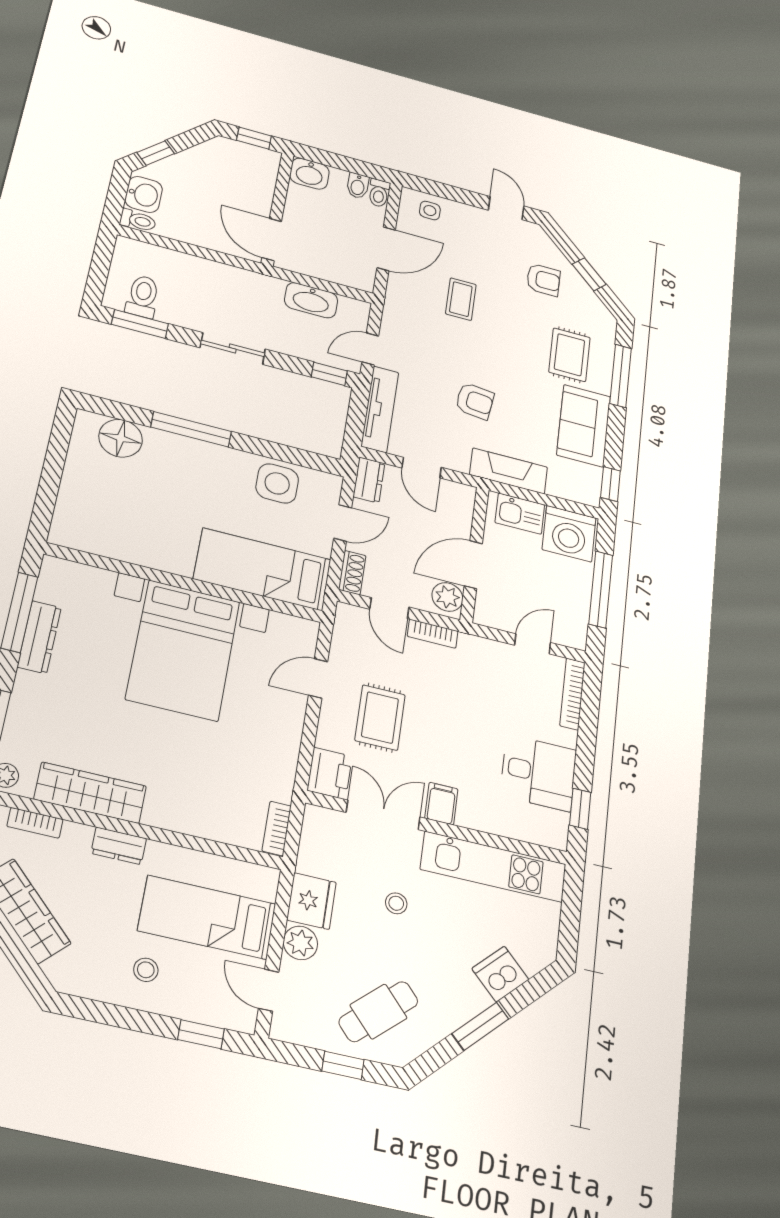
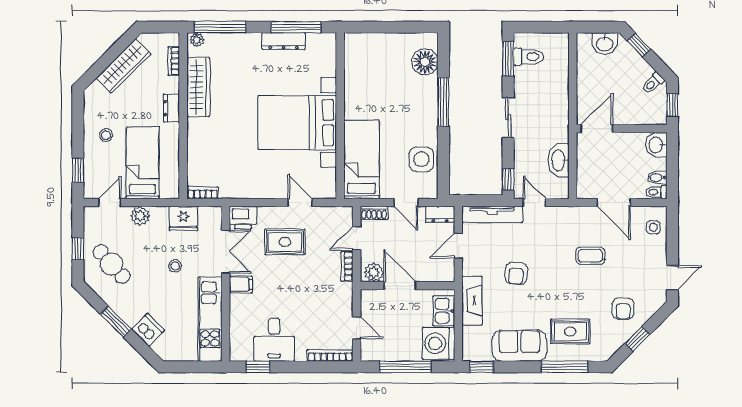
toilet: (138, 221) -> (653, 83), moved, turned 46
fridge: (312, 901) -> (183, 218), moved

